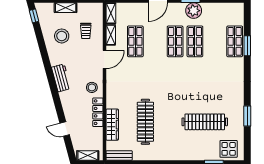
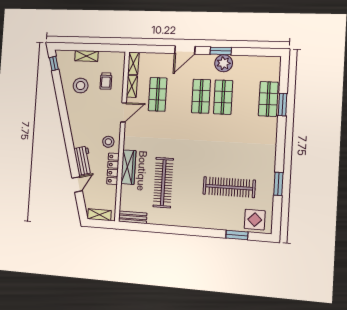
workbench: (61, 78) -> (83, 161), moved
wardrobe: (112, 125) -> (128, 167), moved
door: (65, 129) -> (77, 184), swing flipped

